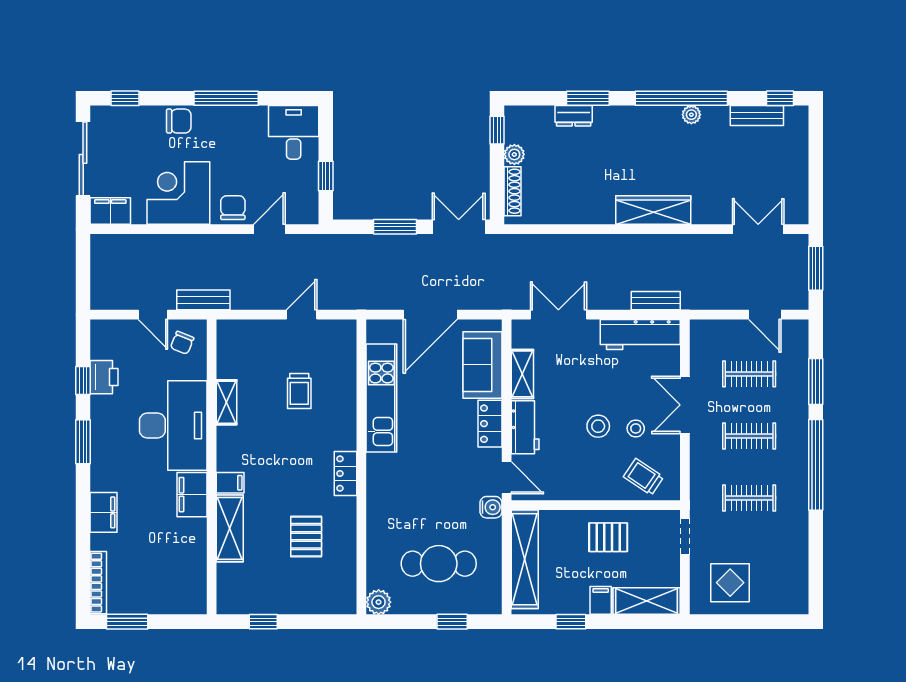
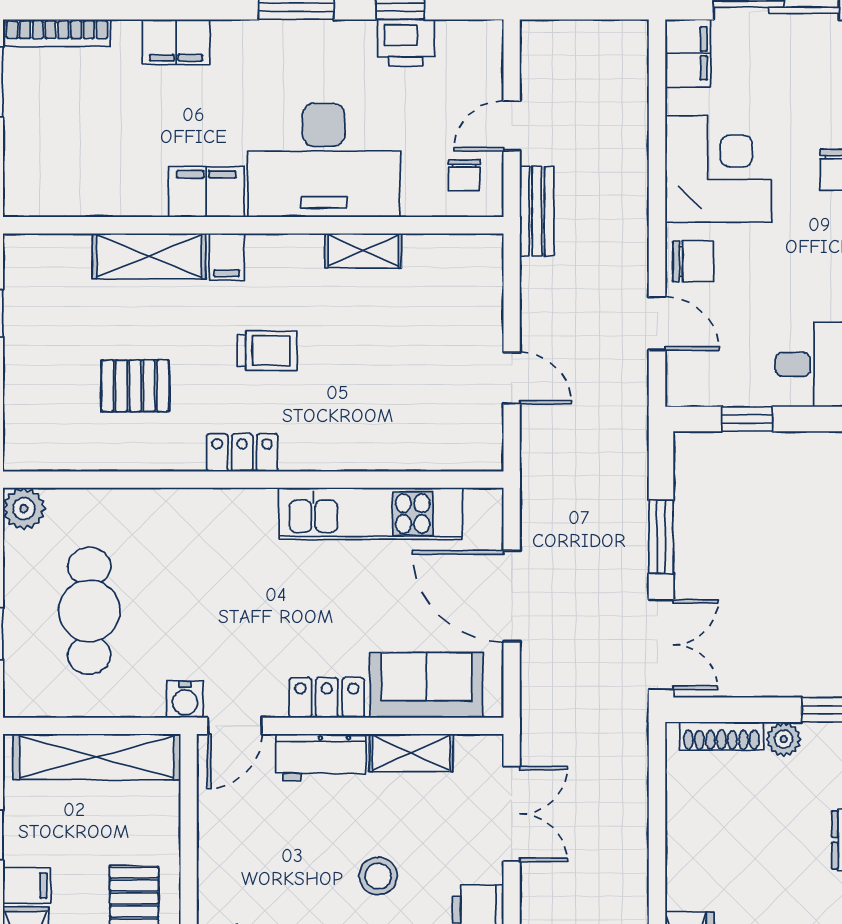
chair: (182, 343) -> (464, 175), turned -112
trolley: (299, 391) -> (267, 351), moved, turned 180
stool: (598, 426) -> (378, 876), moved

